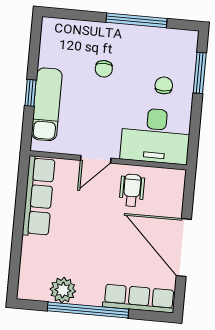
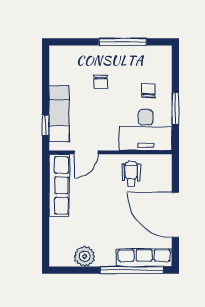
window: (200, 73) -> (175, 109), moved
window: (31, 93) -> (46, 125), moved
door: (96, 159) -> (86, 152), moved
window: (88, 310) -> (132, 270), moved

